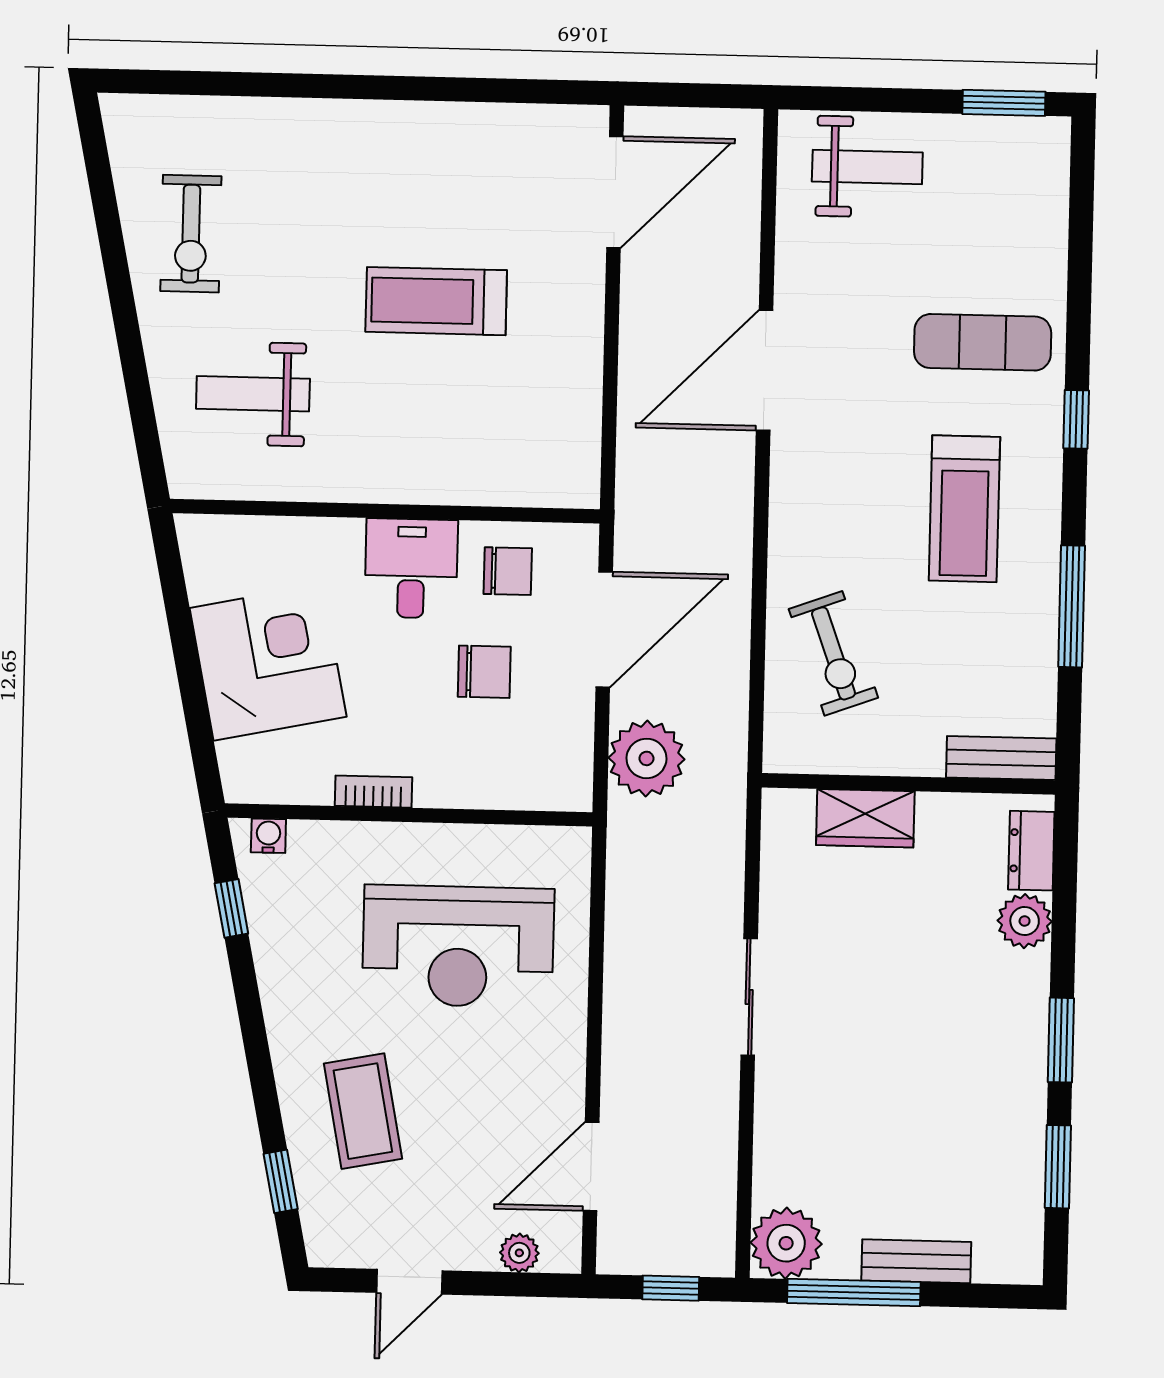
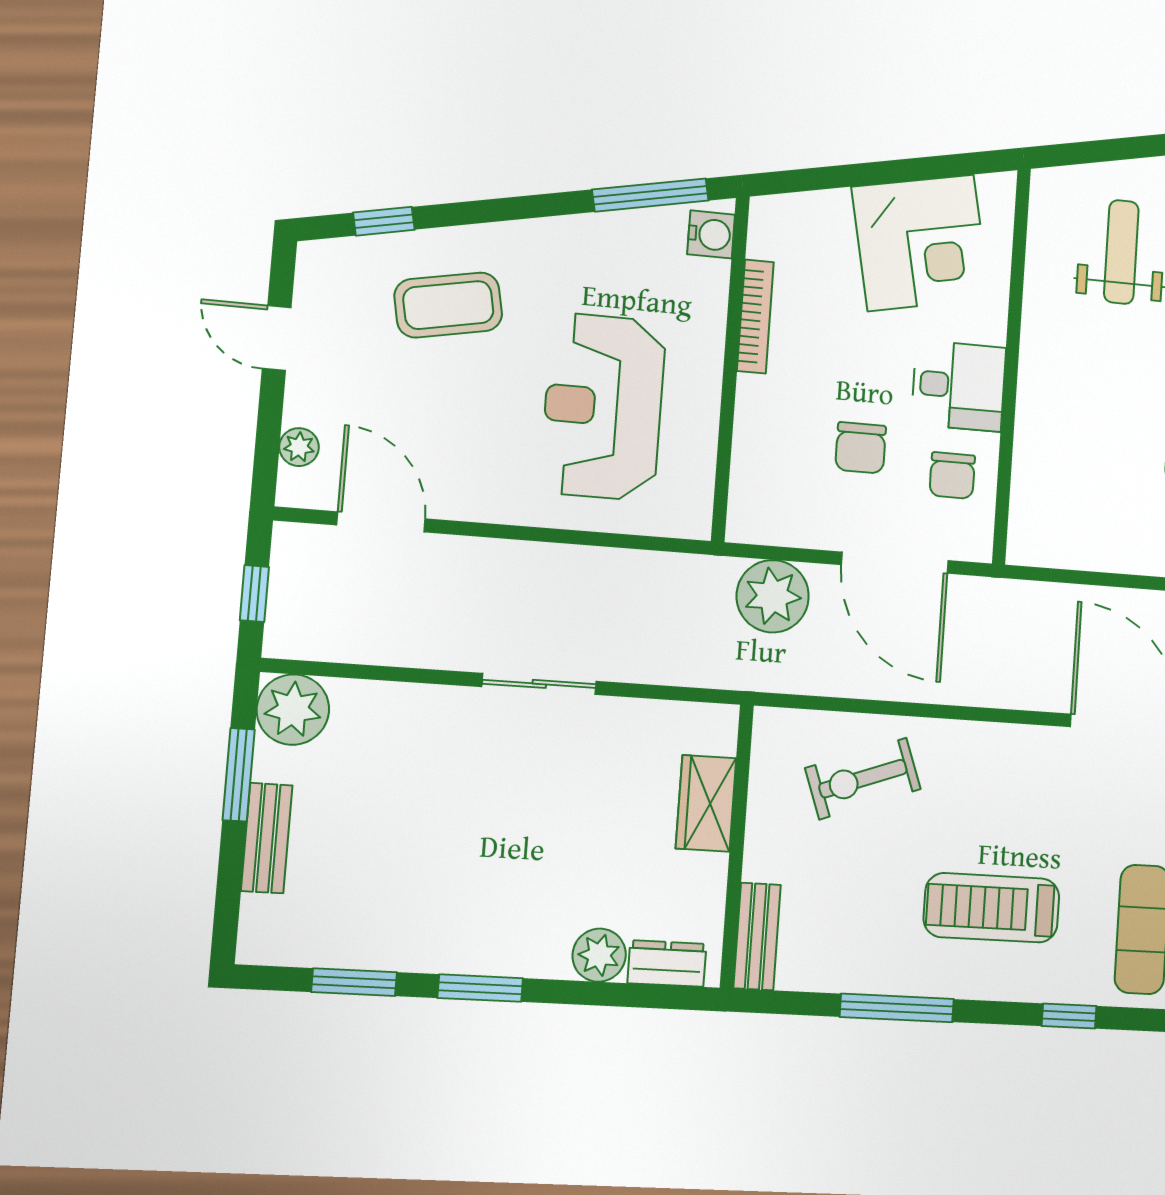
corner desk: (268, 662) -> (921, 243), moved
bookcase: (374, 792) -> (755, 316), width x1.56
water cooler: (268, 836) -> (711, 234), width x1.38, depth x1.38
window: (231, 908) -> (650, 195), width x2.17
window: (854, 1293) -> (239, 775), width x0.69

